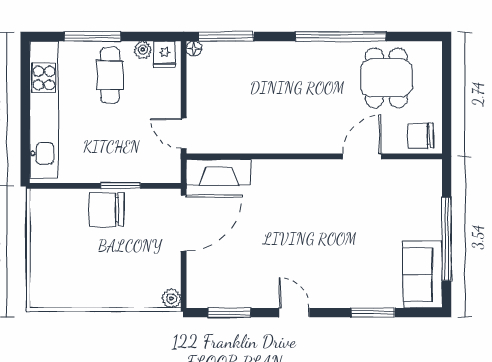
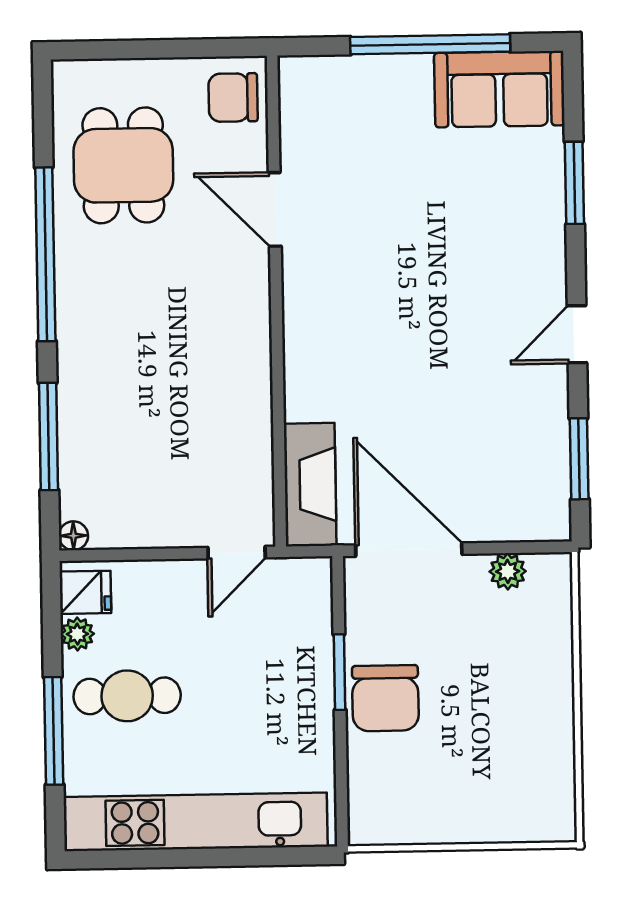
window: (226, 37) -> (48, 436), moved
dining table: (386, 78) -> (123, 165), turned 90
chair: (421, 136) -> (233, 98), turned 90
plant: (171, 299) -> (508, 571), moved

